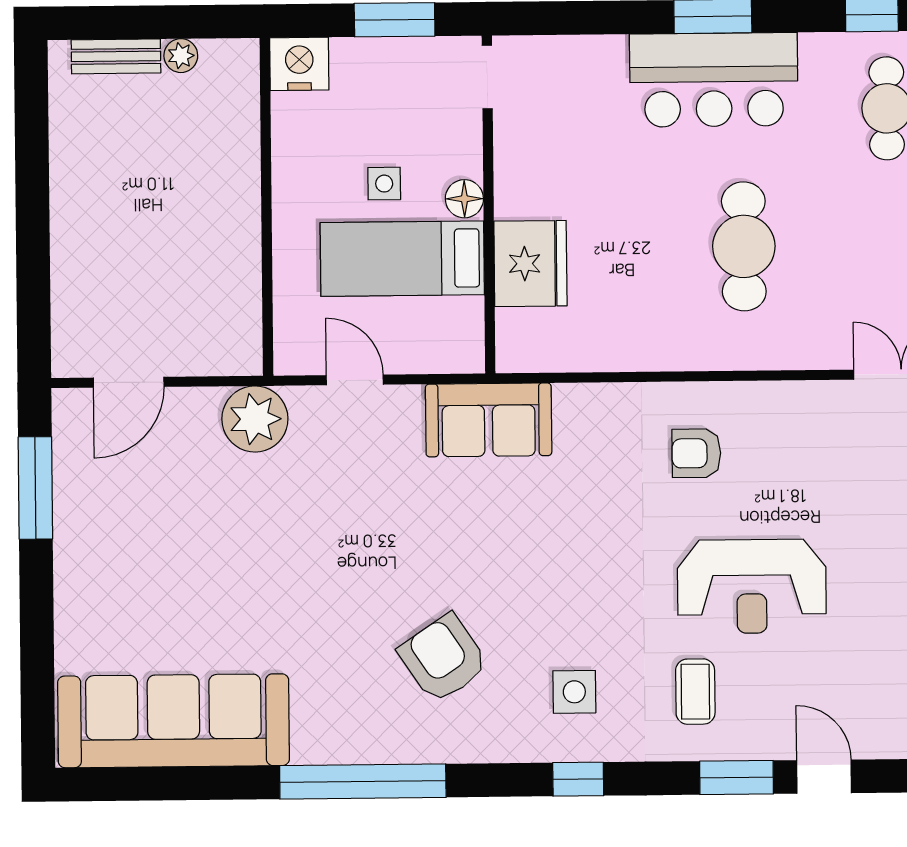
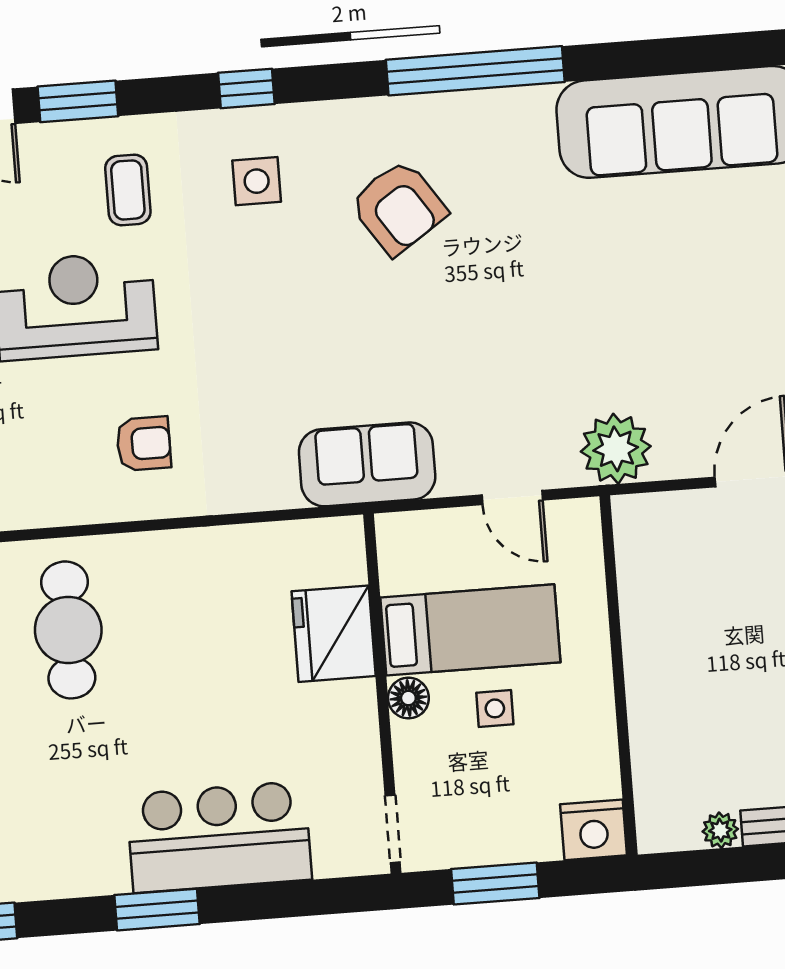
bar counter: (714, 80) -> (219, 837), moved
cafe table: (744, 246) -> (68, 630), moved

